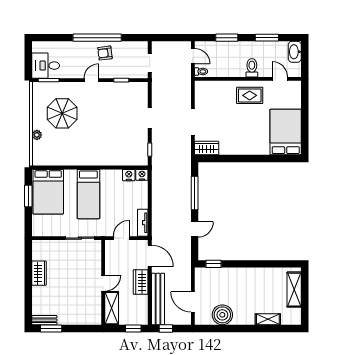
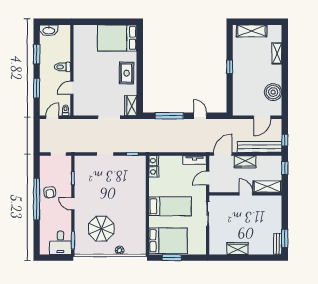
door: (280, 79) -> (72, 88), moved
rug: (250, 95) -> (127, 73), moved
door: (121, 238) -> (208, 178), hinge flipped
window: (214, 264) -> (230, 67), moved

